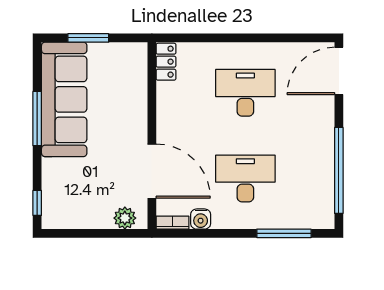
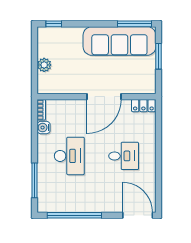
desk: (245, 93) -> (124, 156), width x0.73
window: (37, 119) -> (135, 24), moved
door: (152, 171) -> (104, 97), moved
plant: (125, 218) -> (44, 65), moved

